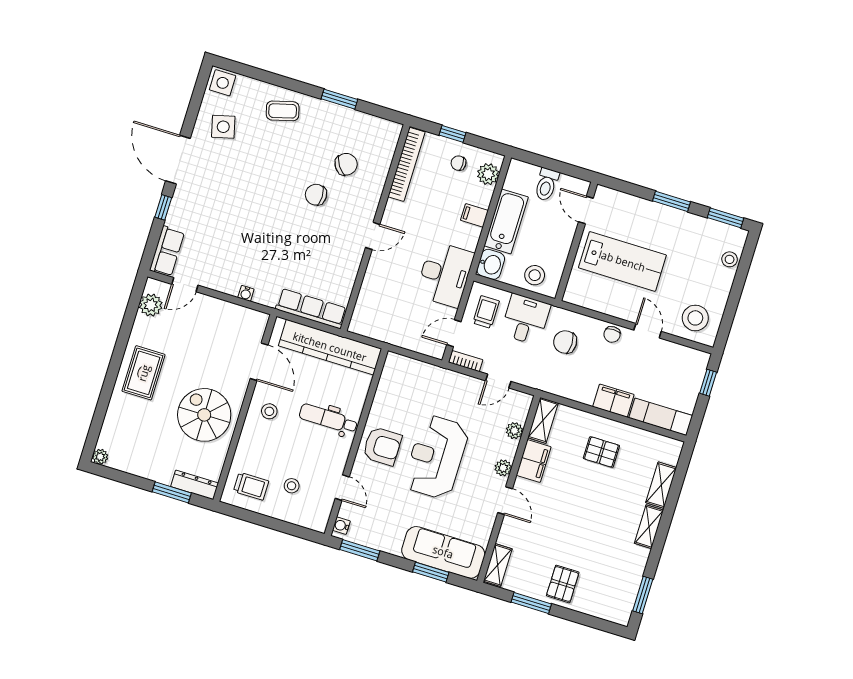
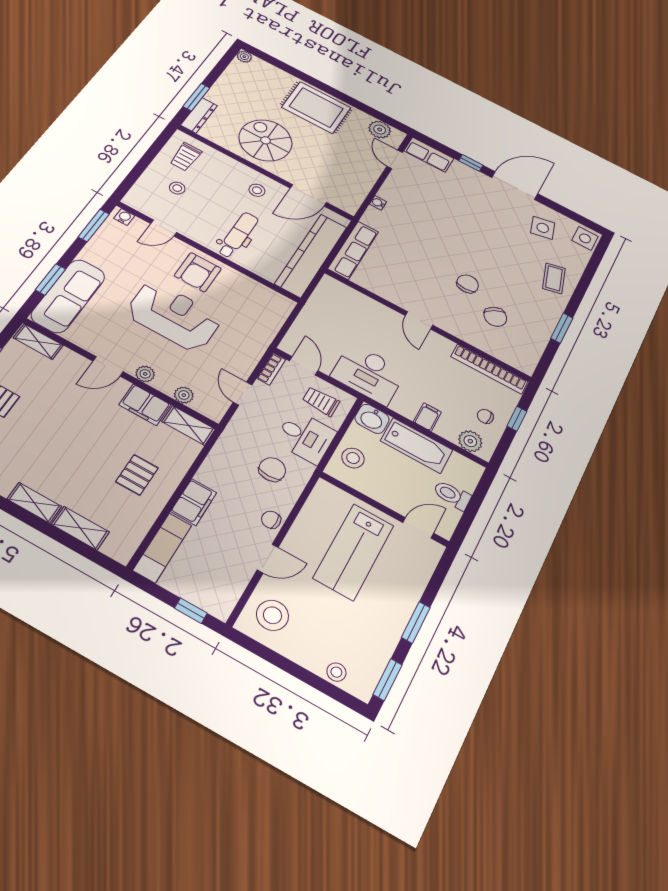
chair: (459, 163) -> (485, 416), turned -90
trolley: (486, 312) -> (321, 401), turned 180
rug: (144, 373) -> (316, 107), width x1.36, depth x1.43
spiral stairs: (204, 415) -> (265, 140), turned -90

